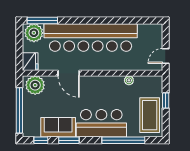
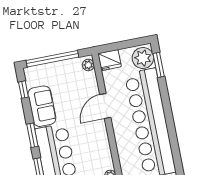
window: (42, 21) -> (159, 65), width x0.69
plant: (35, 85) -> (88, 65), width x0.53, depth x0.53
window: (69, 140) -> (32, 135), moved

